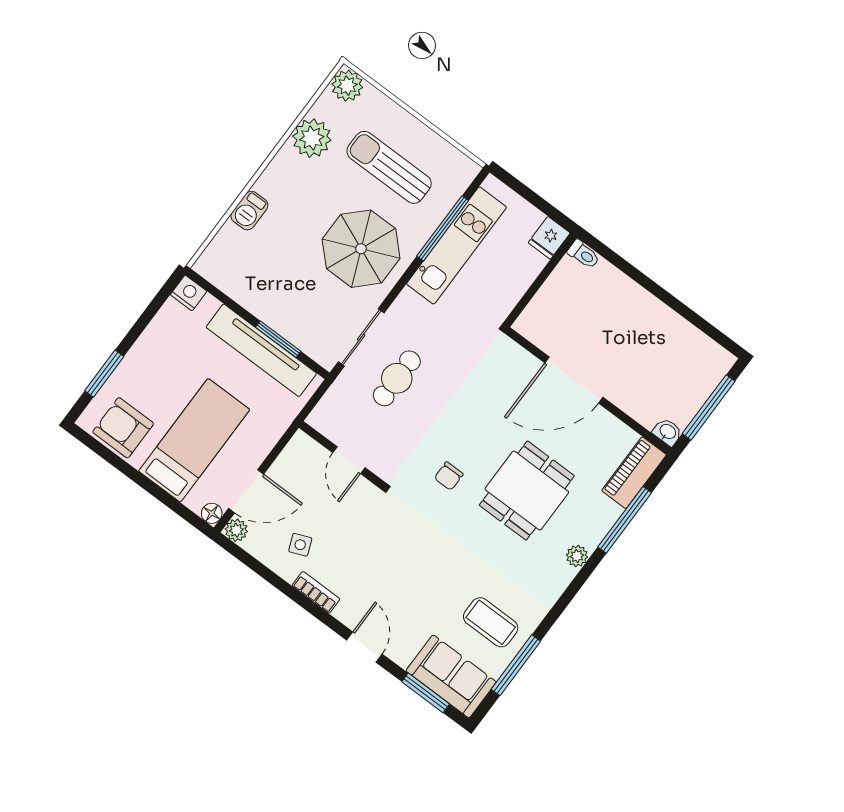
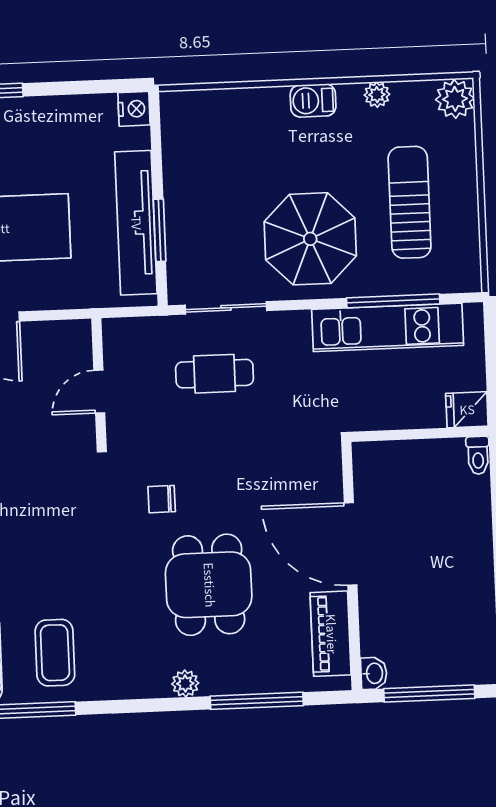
plant: (312, 138) -> (377, 95), width x0.53, depth x0.53
barbecue: (249, 211) -> (313, 101), moved
piano: (634, 473) -> (331, 634), moved, turned -90
dining table: (527, 491) -> (209, 585), turned 90

